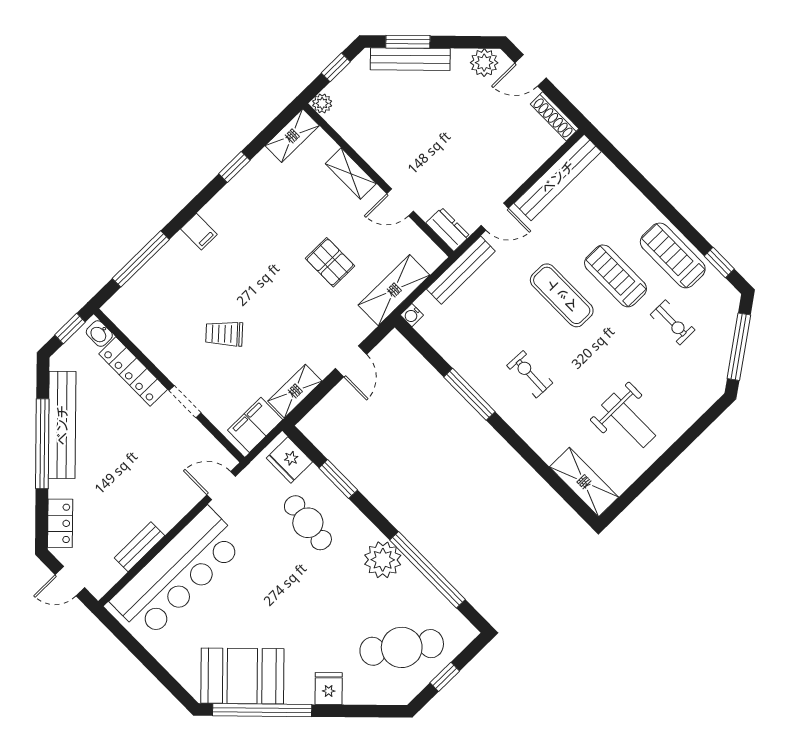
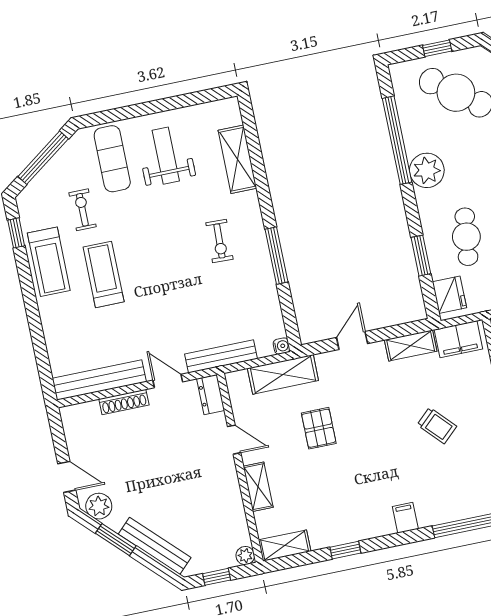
window: (408, 42) -> (116, 540), moved
shoe rack: (555, 116) -> (124, 402), moved, turned 90
treadmill: (615, 276) -> (104, 274), turned 180
exercise mat: (562, 295) -> (112, 159), moved
shelving: (584, 482) -> (237, 159), moved

